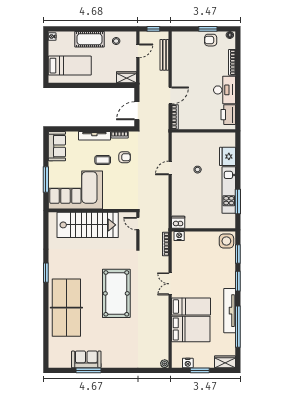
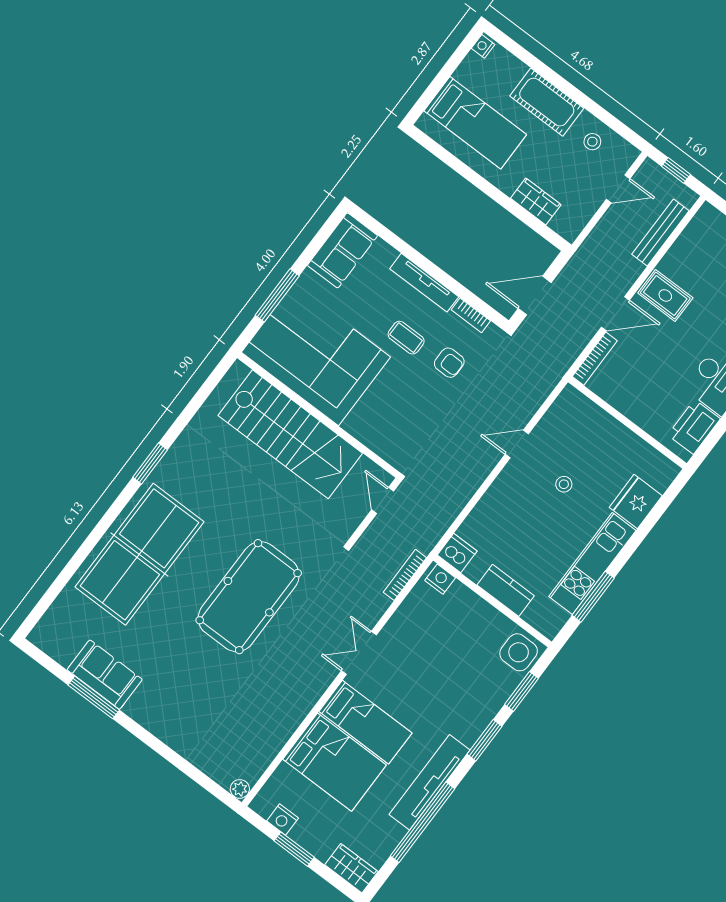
rug: (183, 76) -> (665, 295), added
wardrobe: (127, 77) -> (536, 201), moved
kitchen counter: (205, 223) -> (506, 590), added

